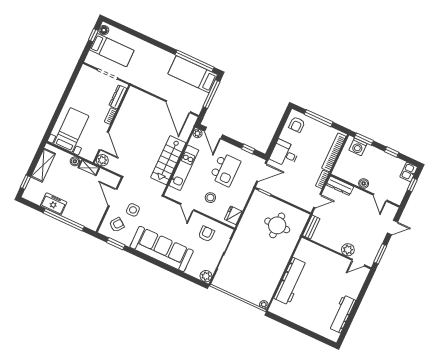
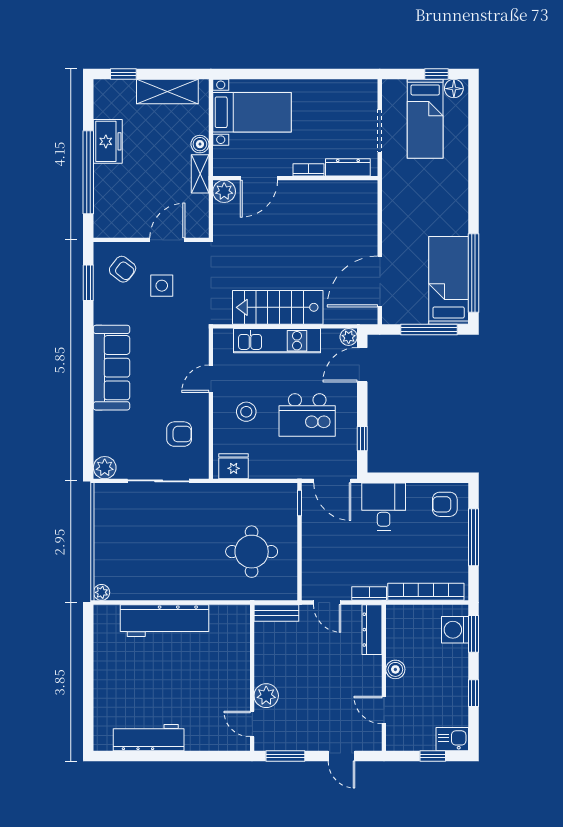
door: (380, 198) -> (384, 710), hinge flipped
sofa: (162, 249) -> (112, 368), width x0.74, depth x0.79

